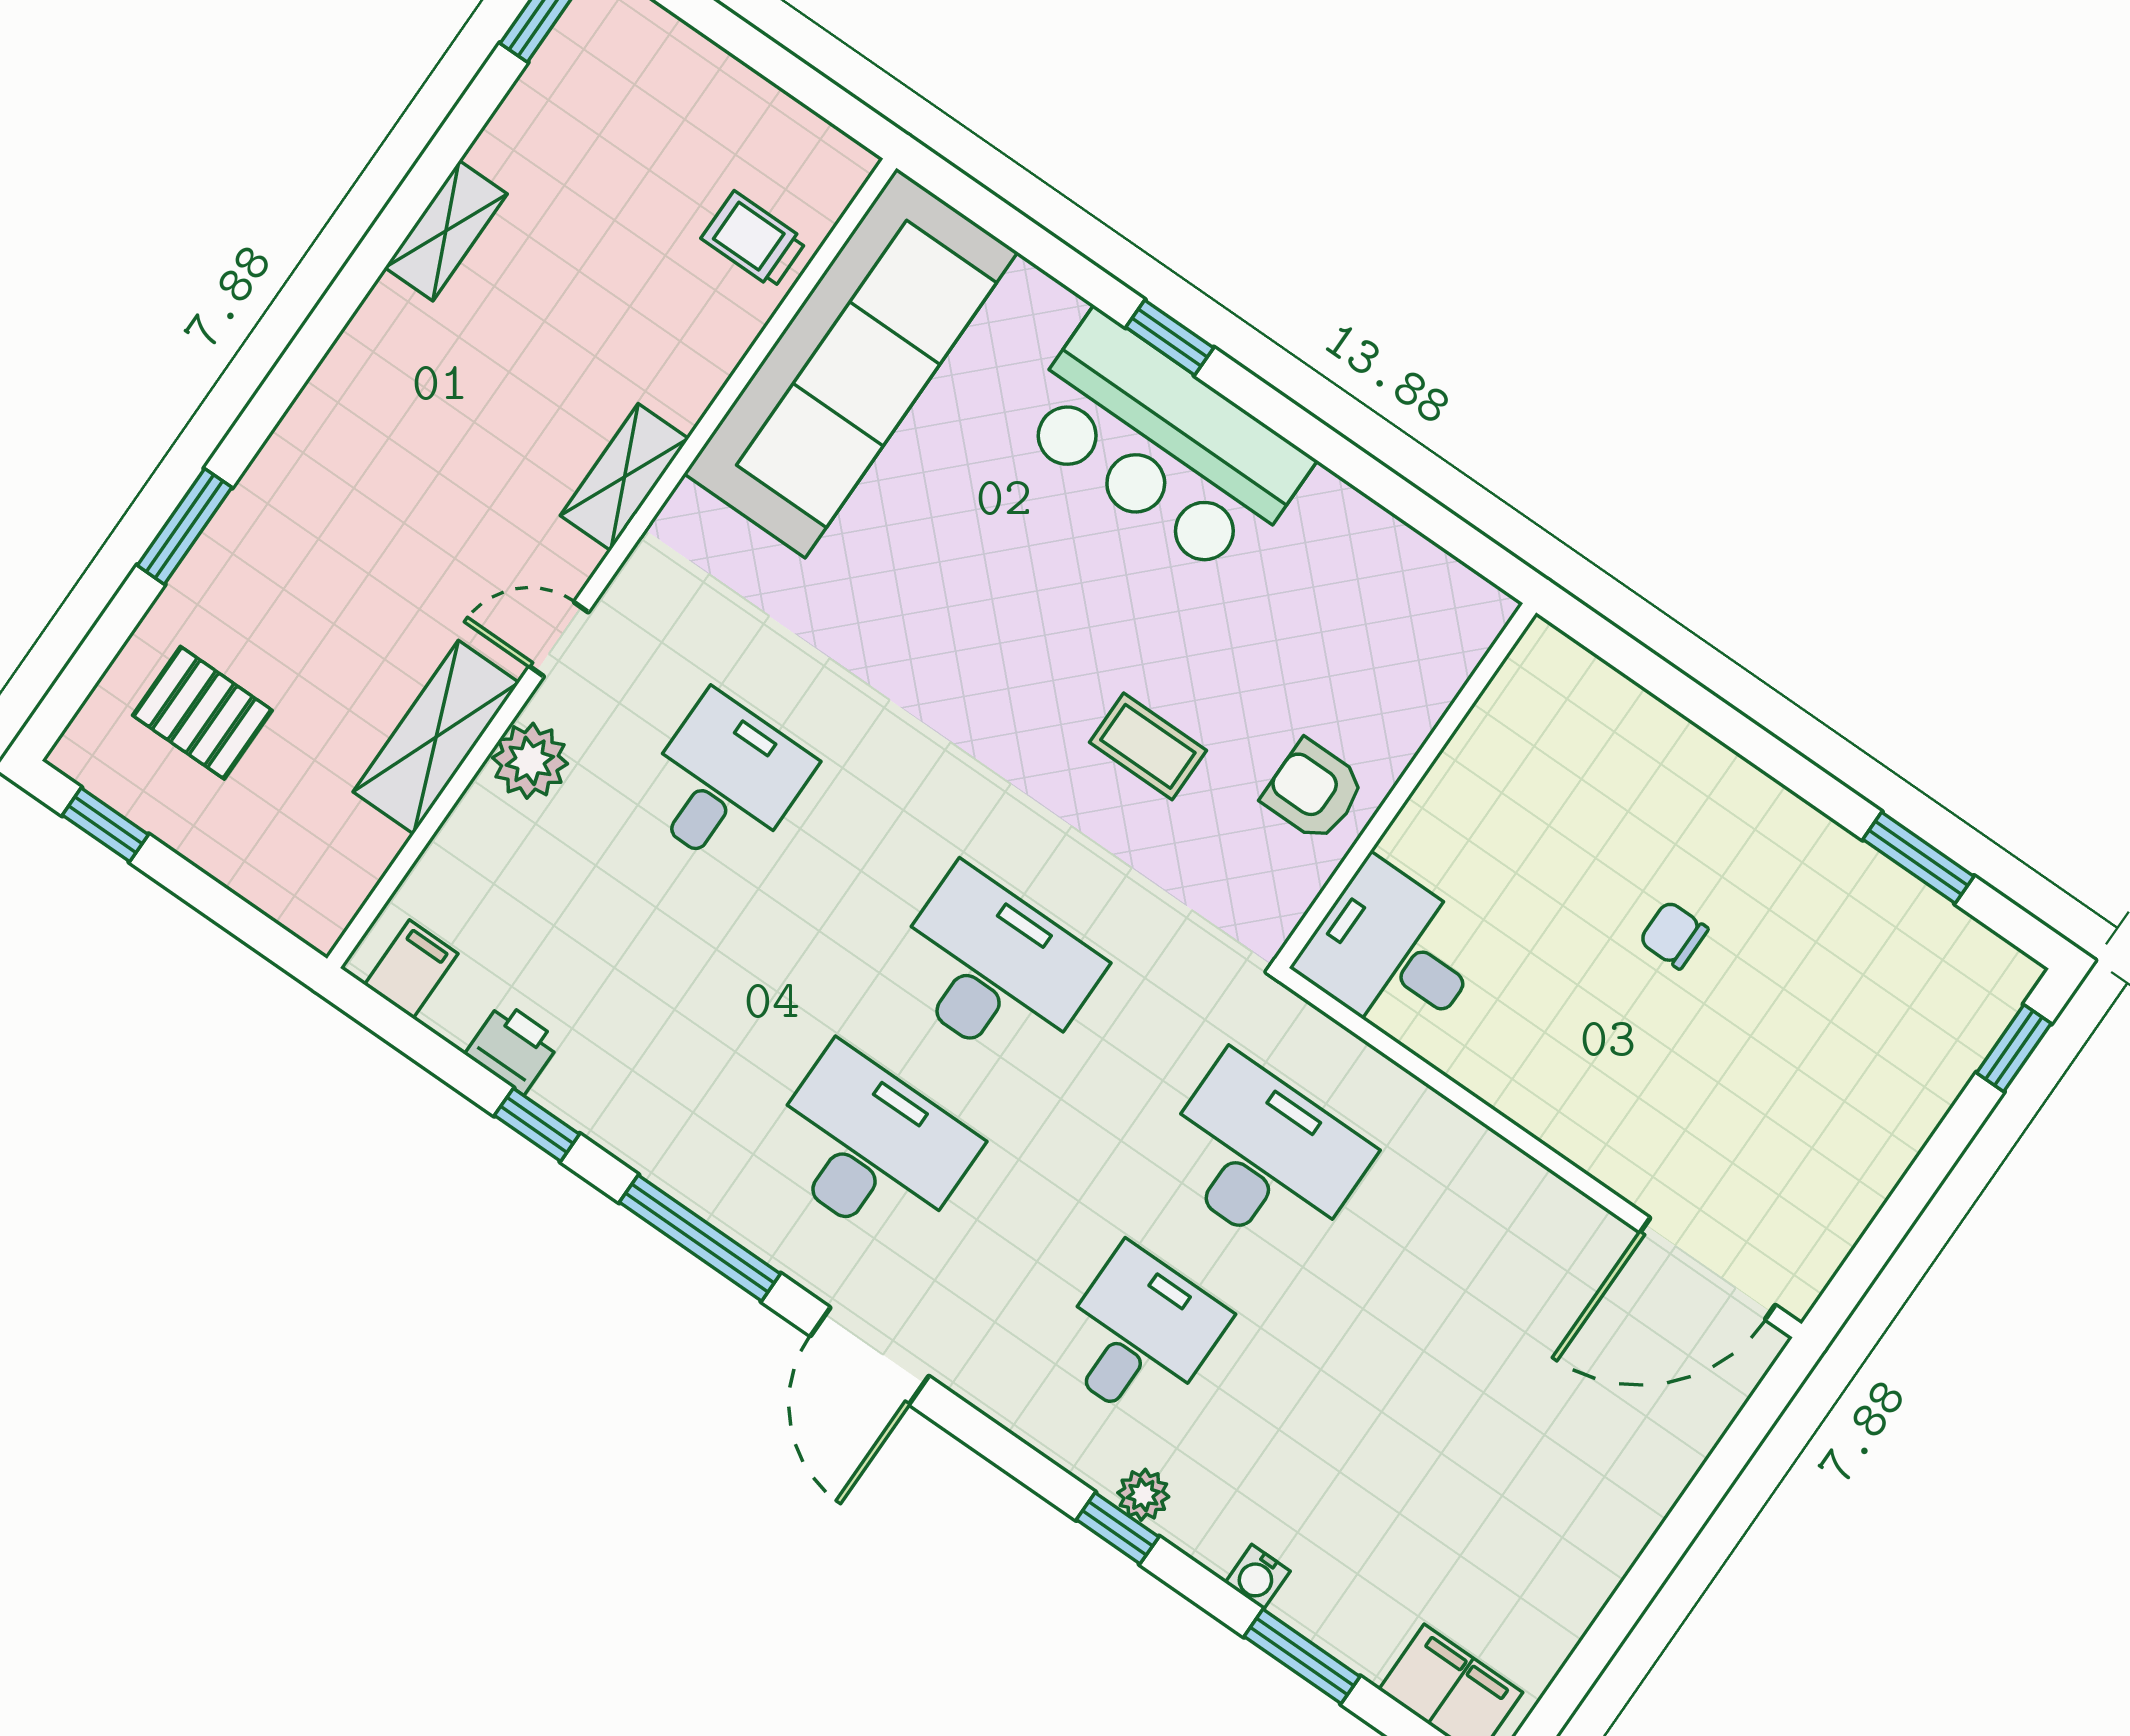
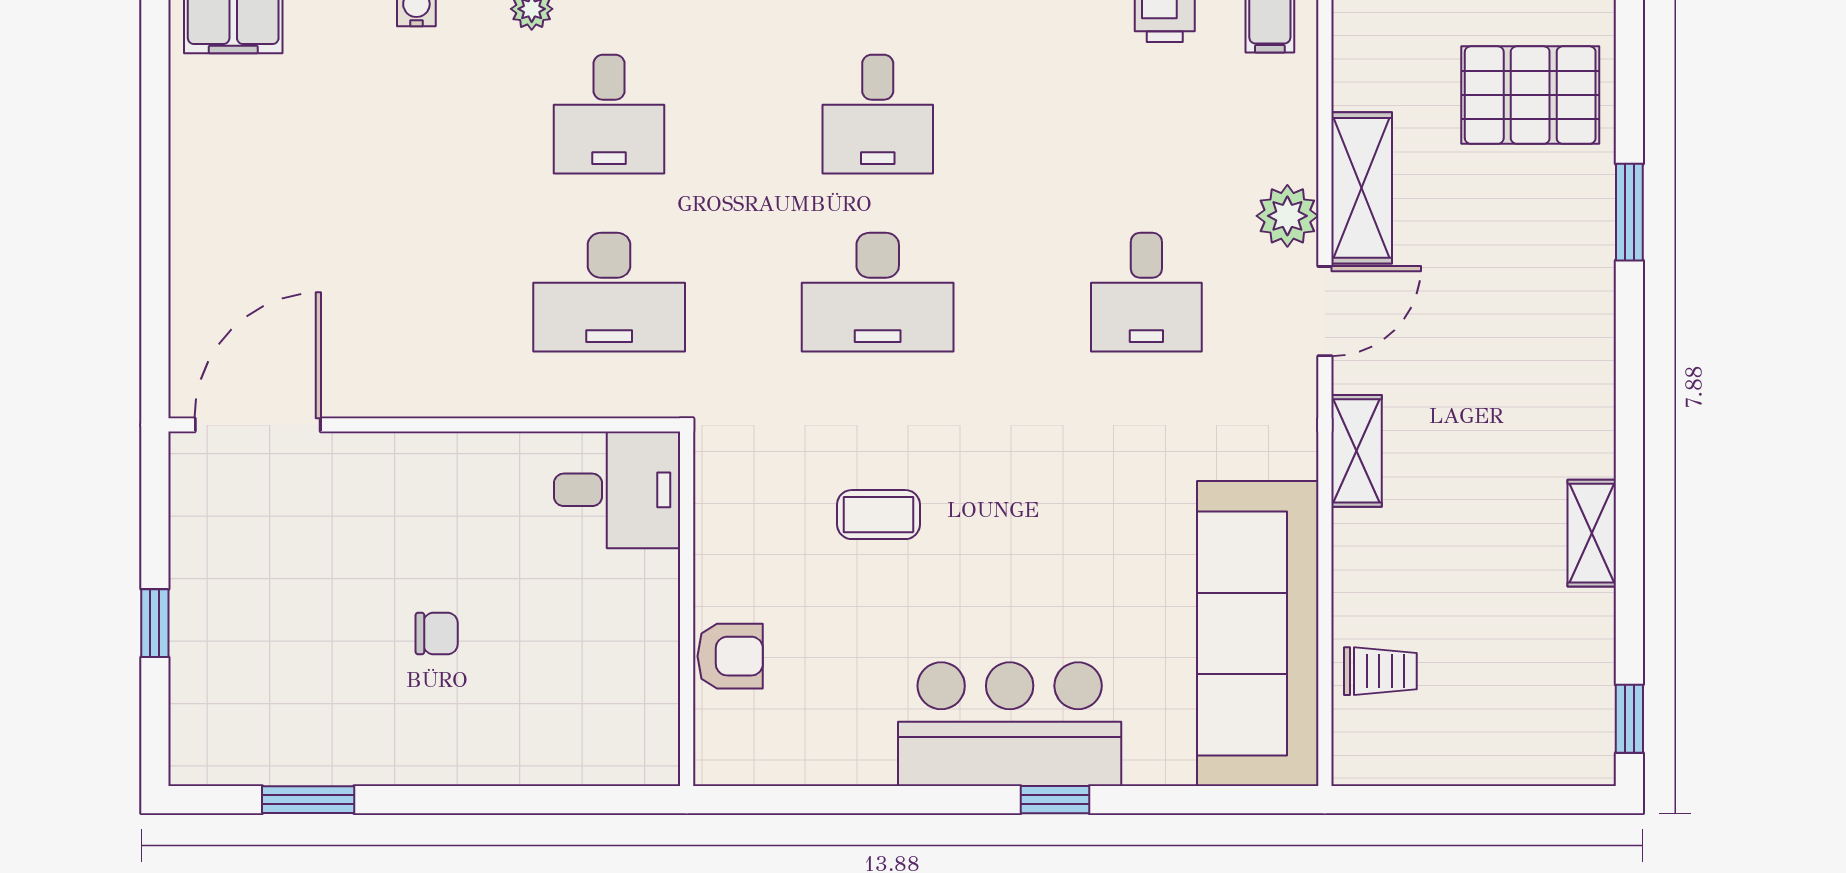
door: (559, 639) -> (1325, 311), width x1.38
pallet: (202, 713) -> (1530, 95), width x1.50, depth x1.42
armchair: (1314, 791) -> (730, 656), moved
window: (2014, 1048) -> (155, 623), moved
desk: (870, 1148) -> (878, 114), width x0.73

